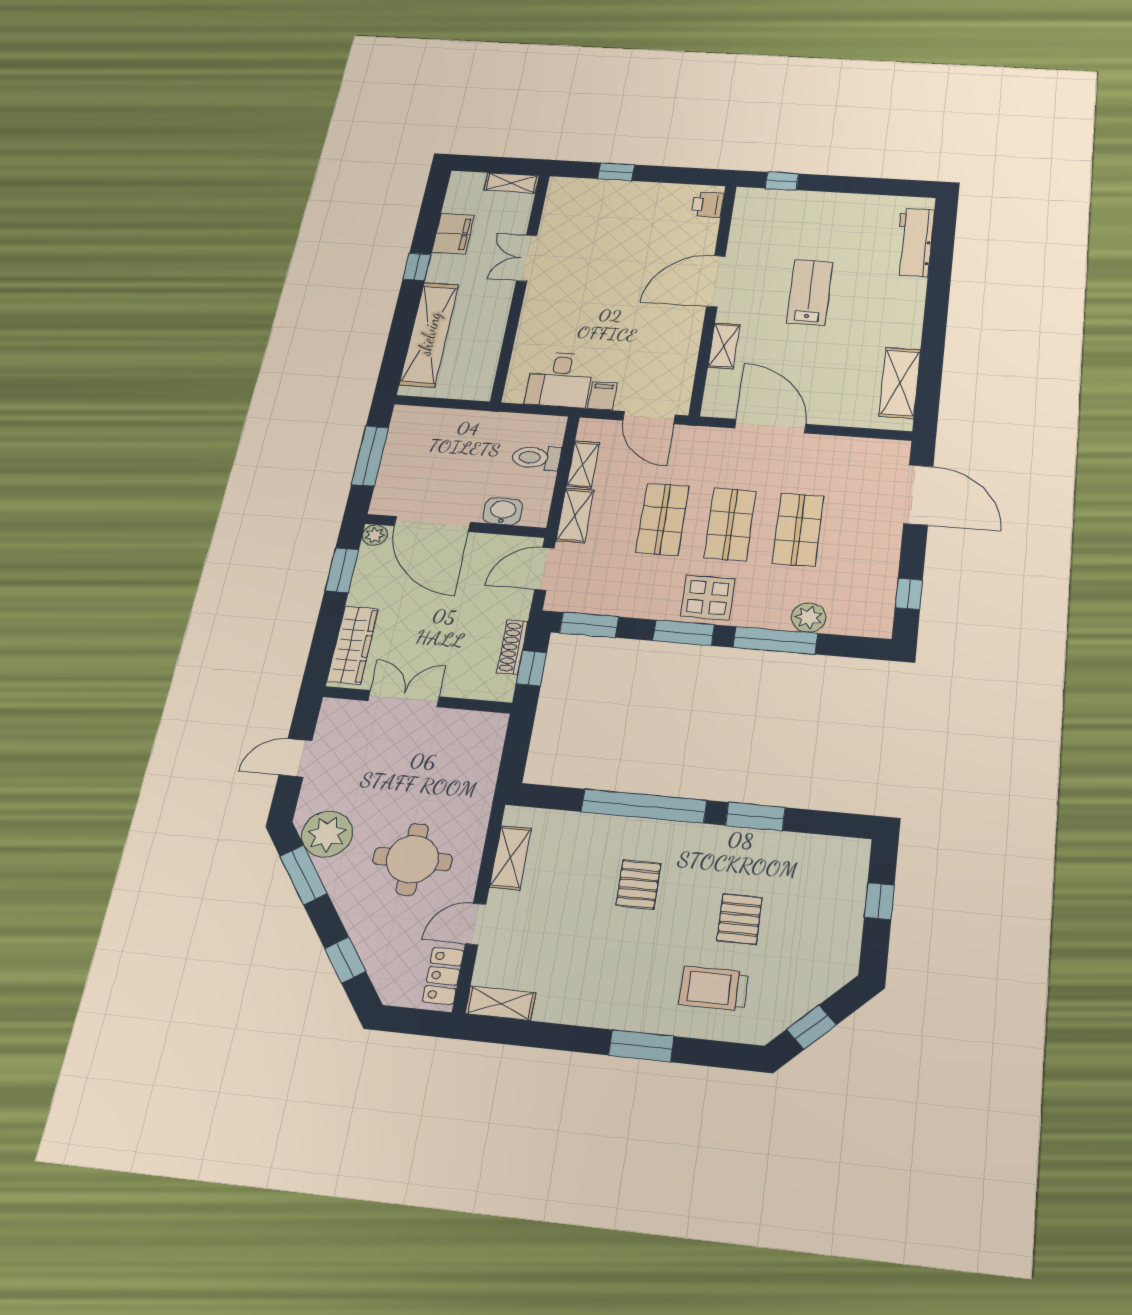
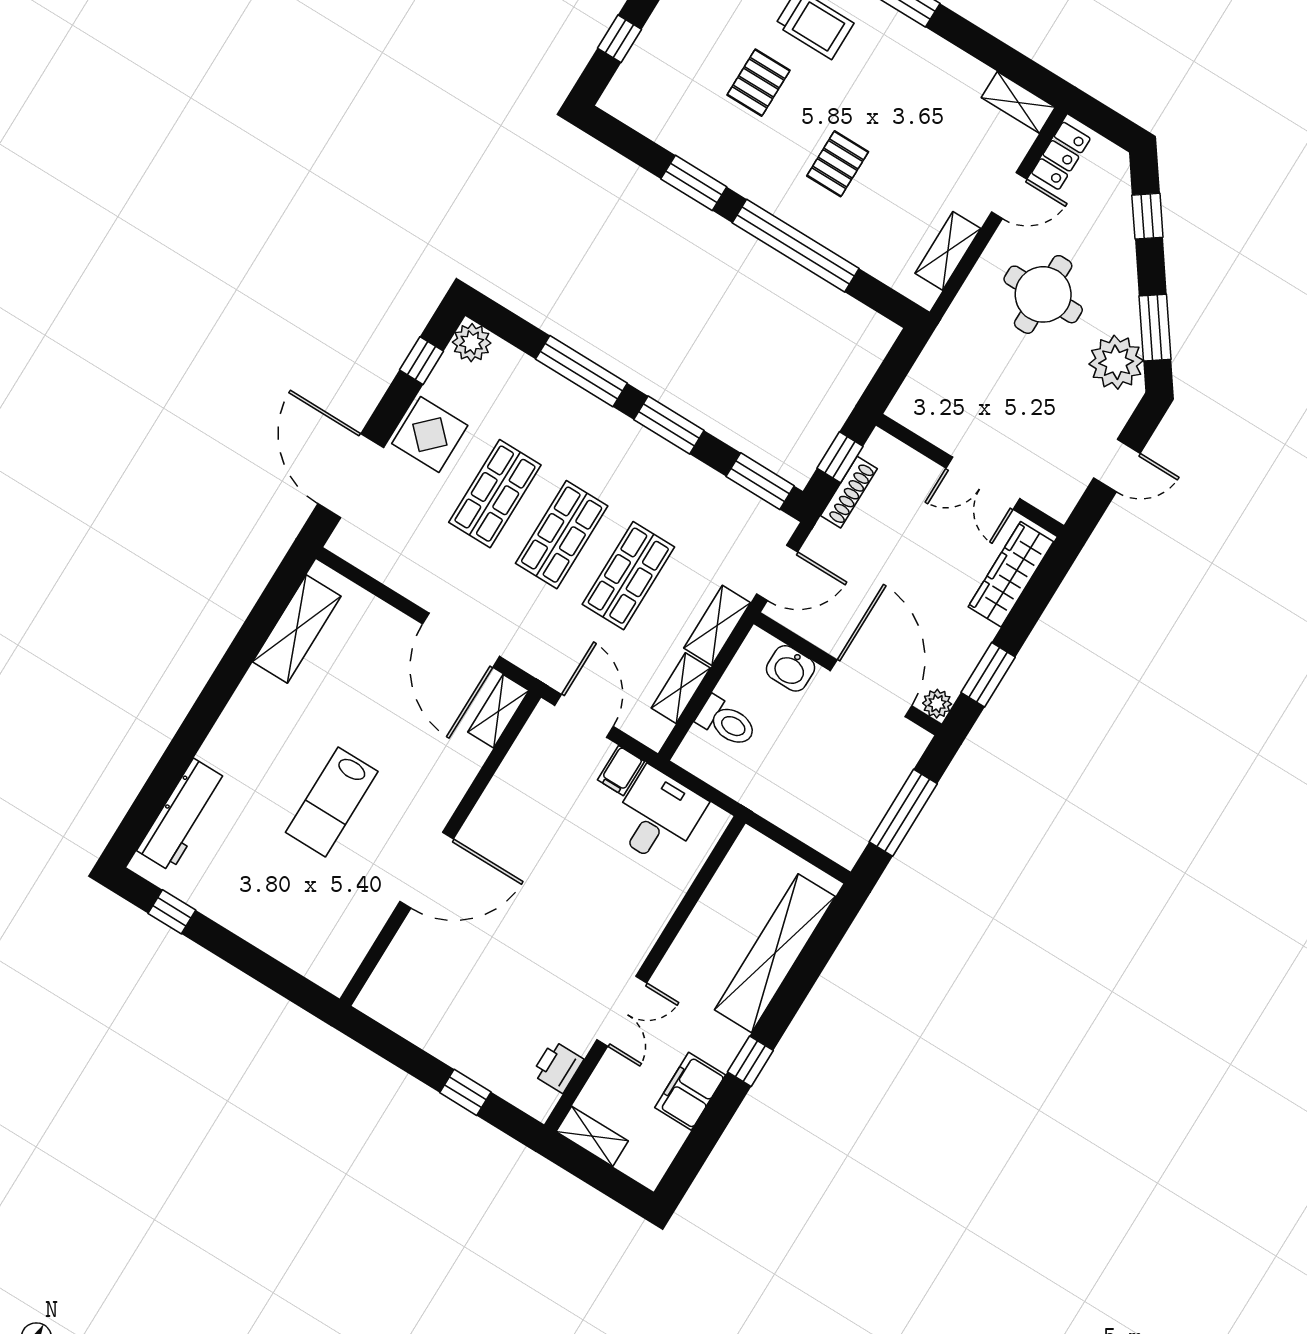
window: (782, 181) -> (172, 912), moved
printer: (708, 205) -> (558, 1067), moved, turned 180
shelving: (724, 346) -> (498, 711), moved
display table: (708, 598) -> (430, 435), moved
plant: (809, 617) -> (472, 343), moved

